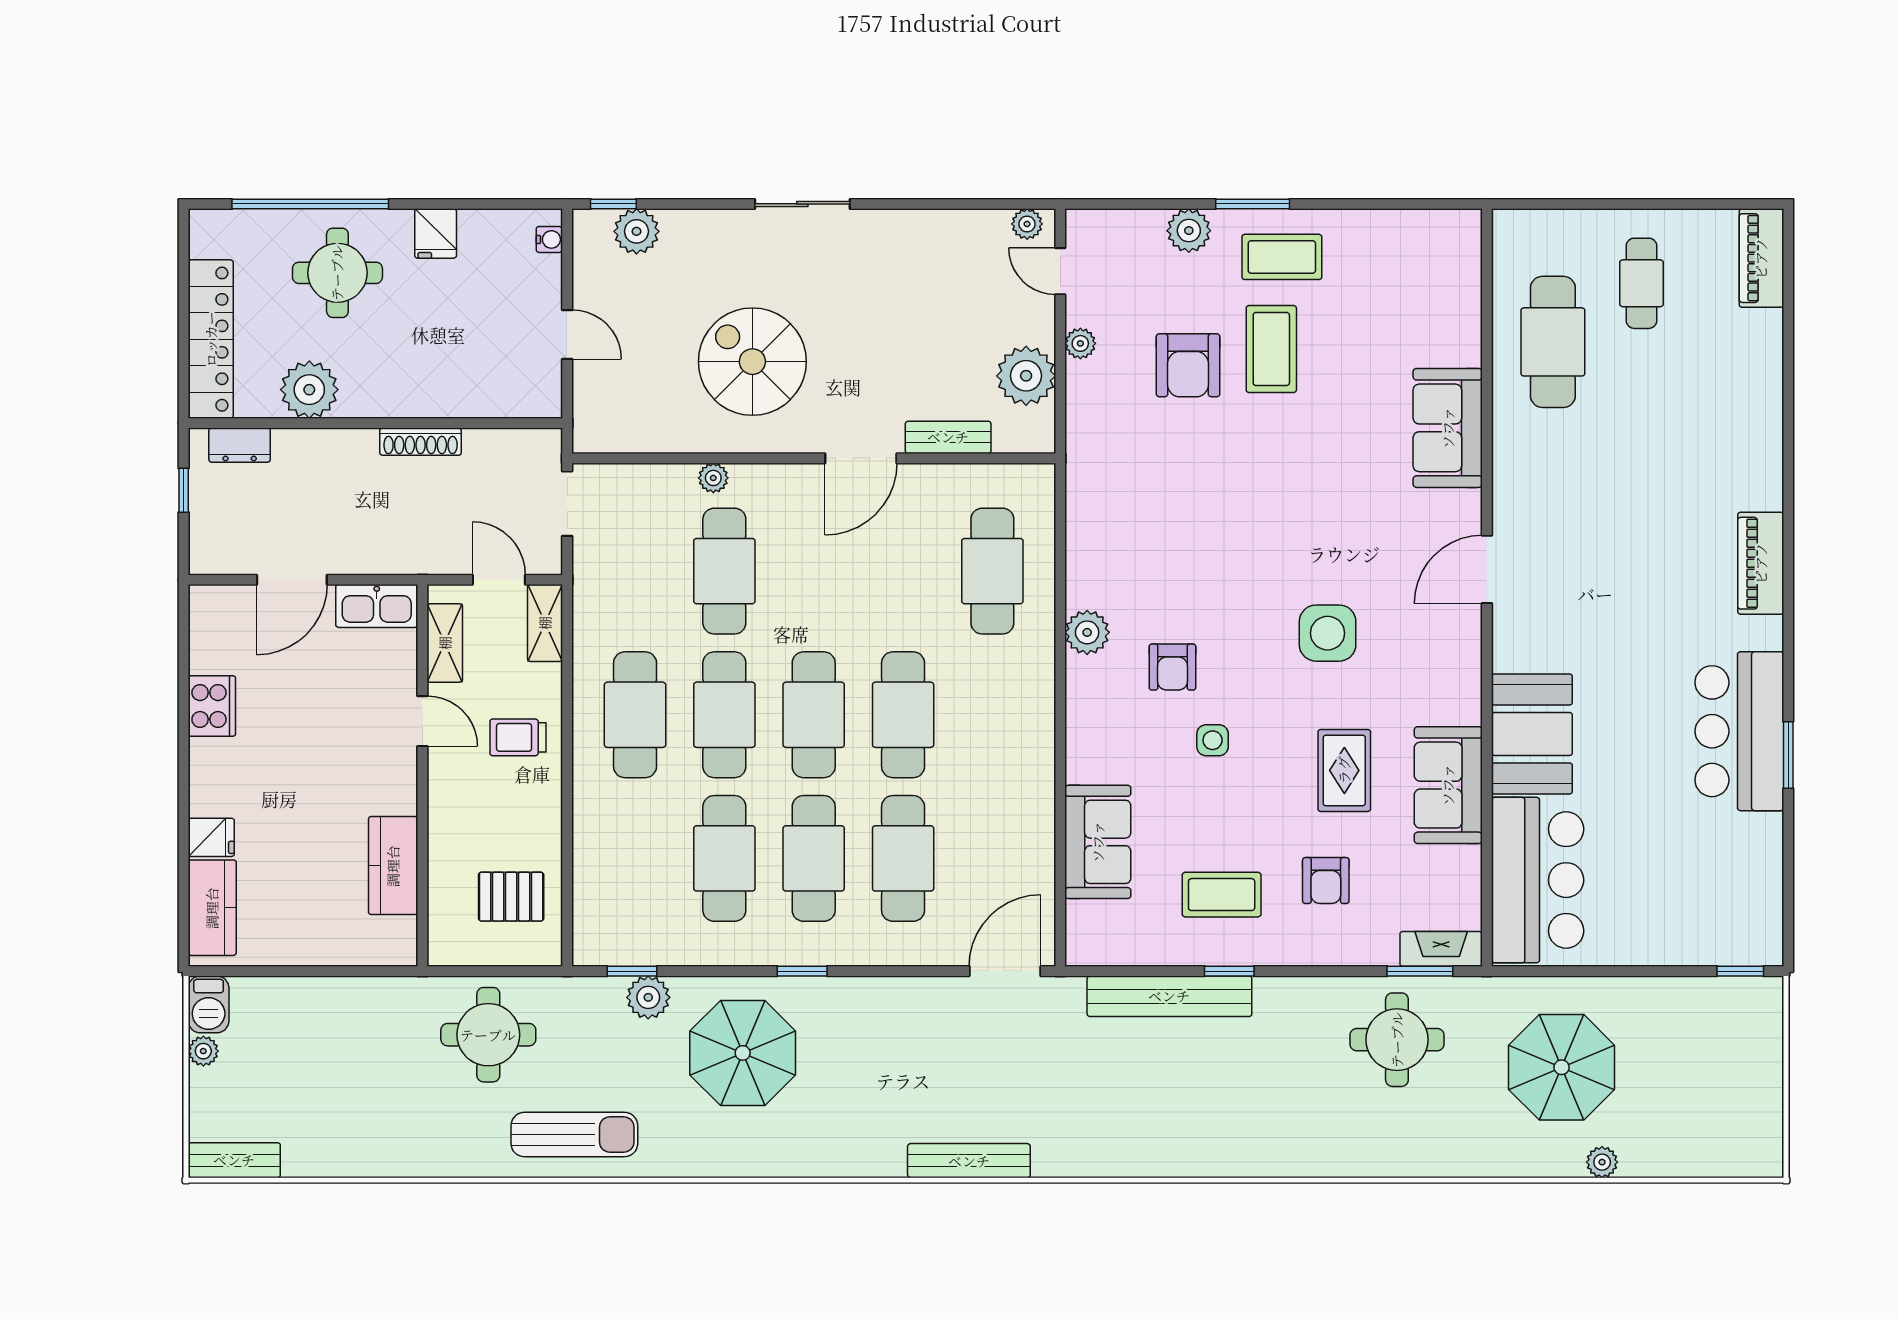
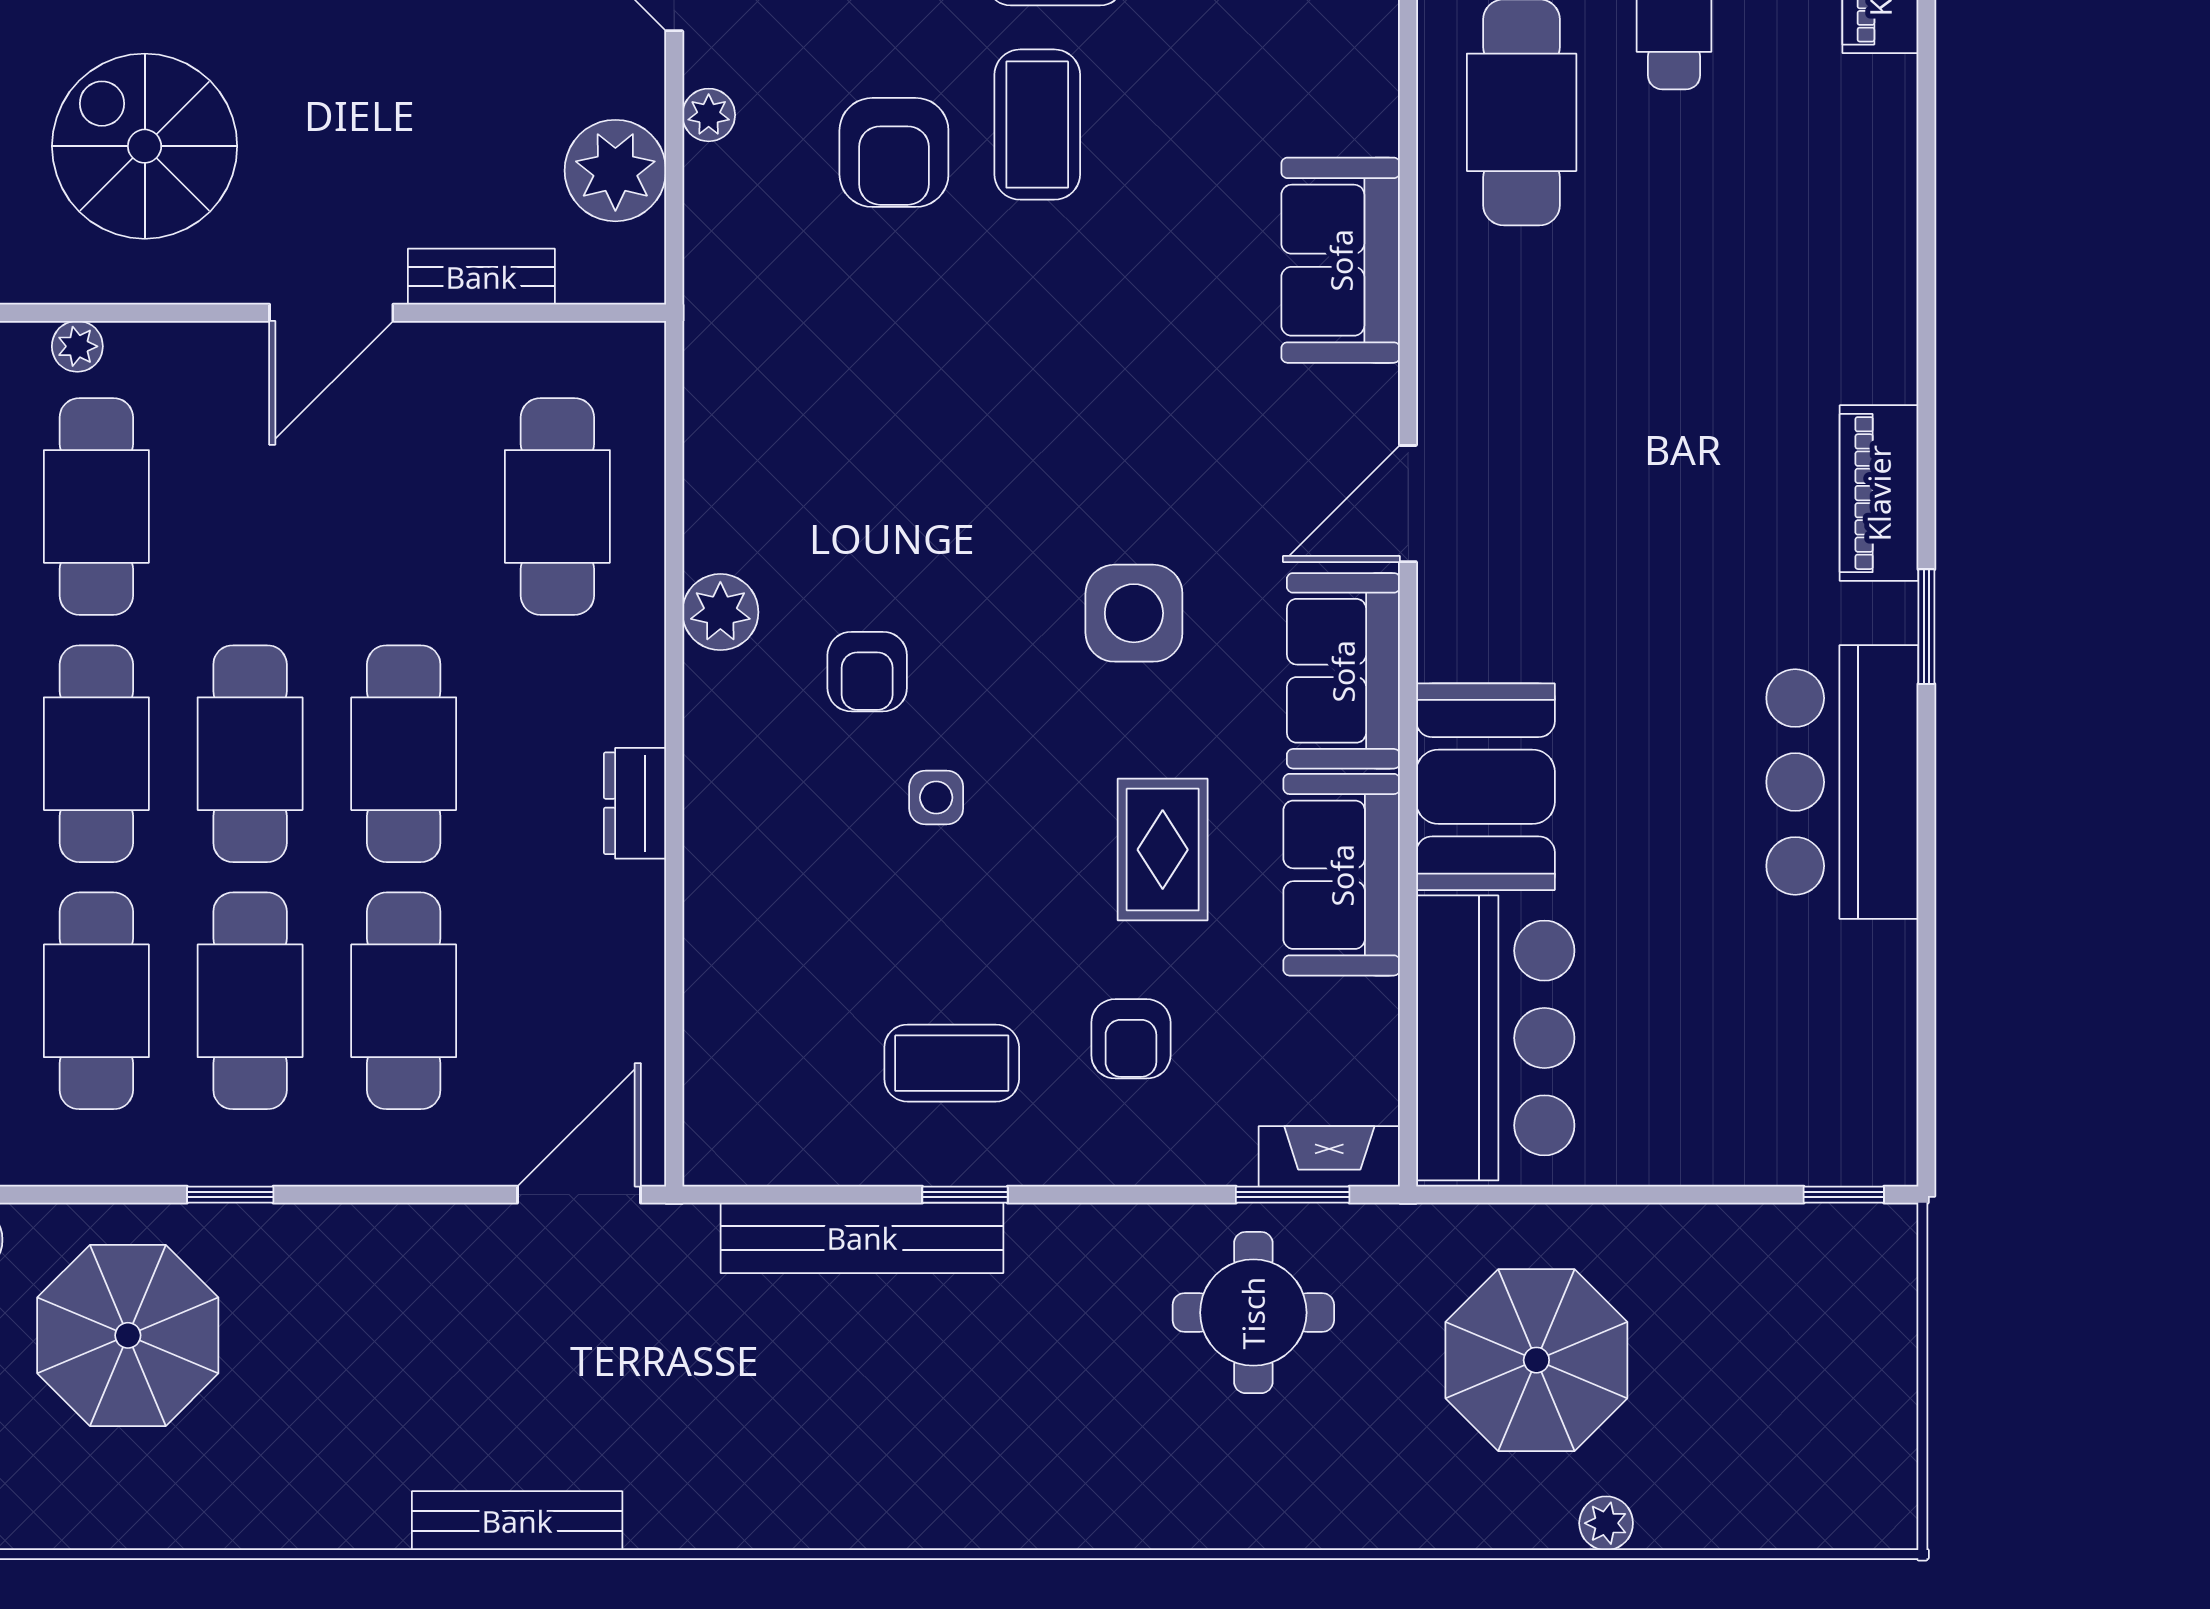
dresser: (1037, 744) -> (635, 803), added
window: (1788, 755) -> (1926, 627), moved
sofa: (1098, 842) -> (1343, 671), moved, turned 180

